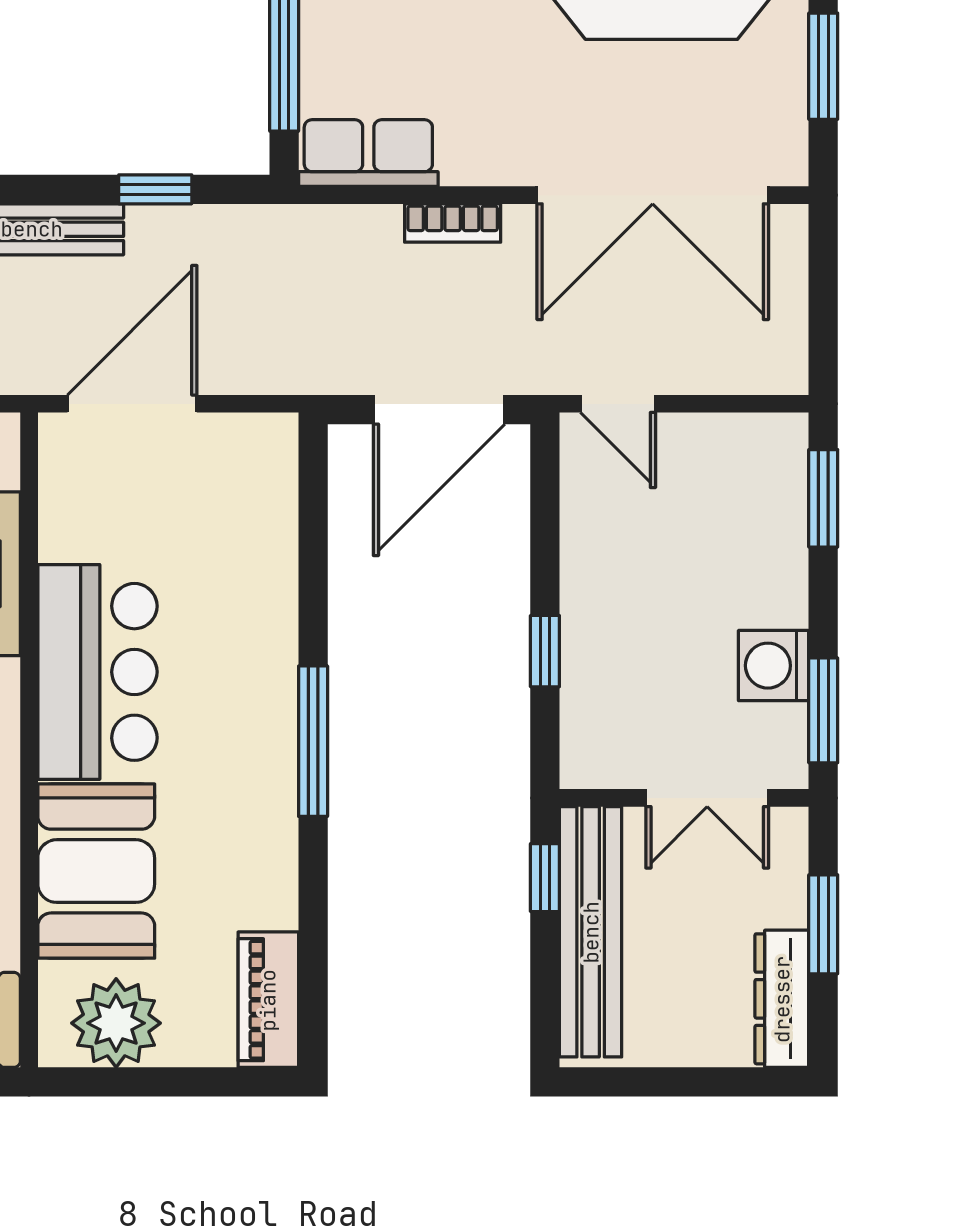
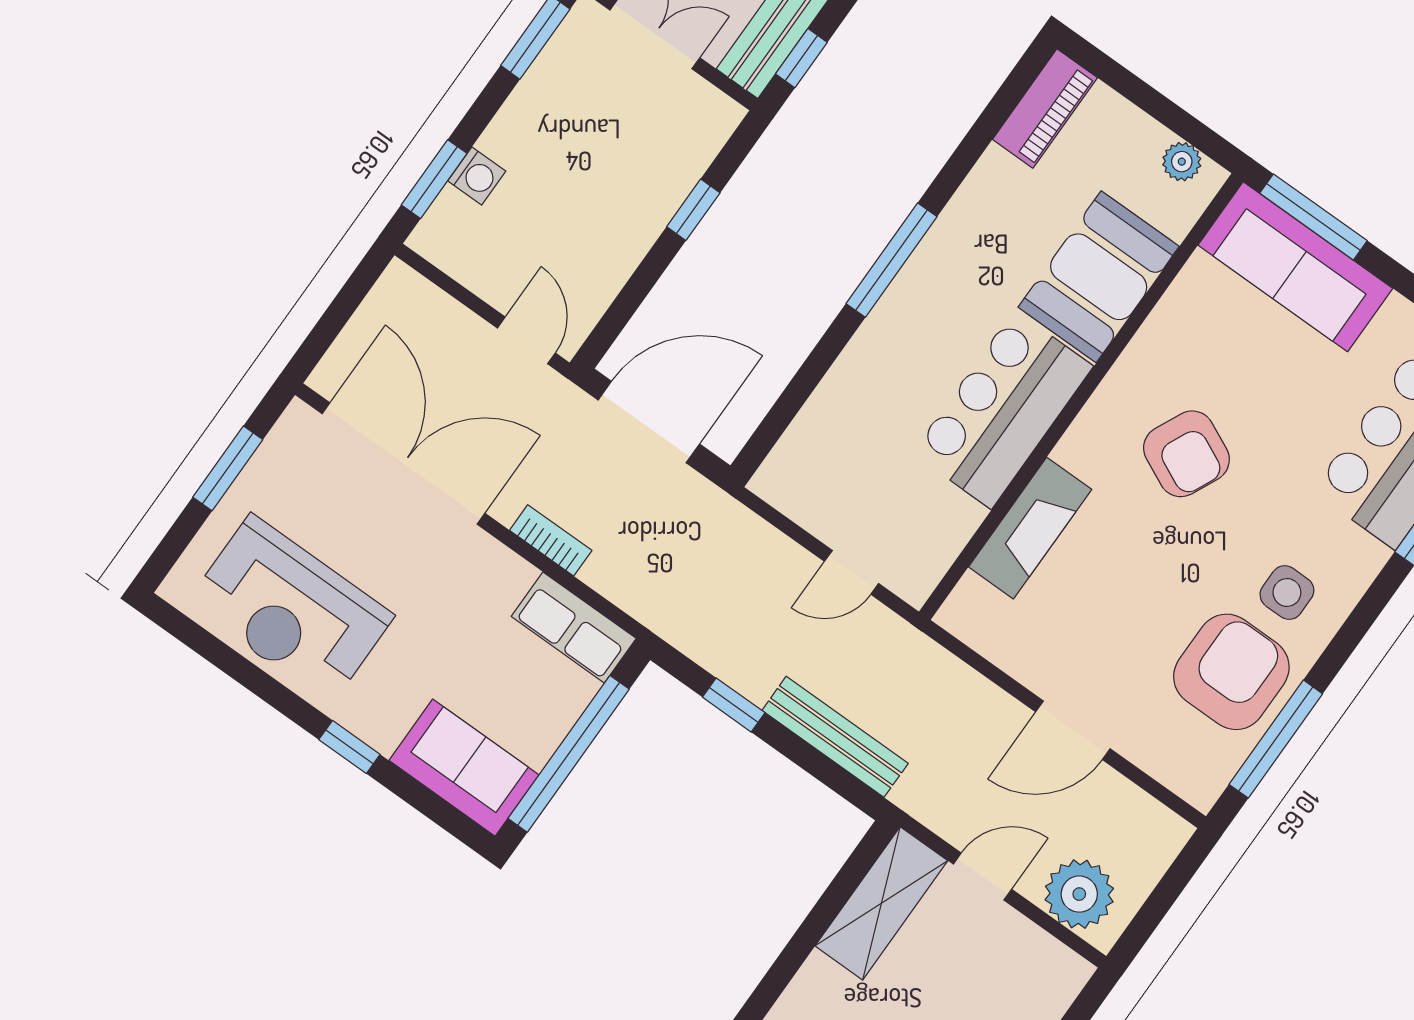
door: (132, 404) -> (852, 572), width x0.53
washing machine: (774, 666) -> (477, 176), moved, width x0.73, depth x0.73
plant: (116, 1023) -> (1182, 162), width x0.53, depth x0.53

